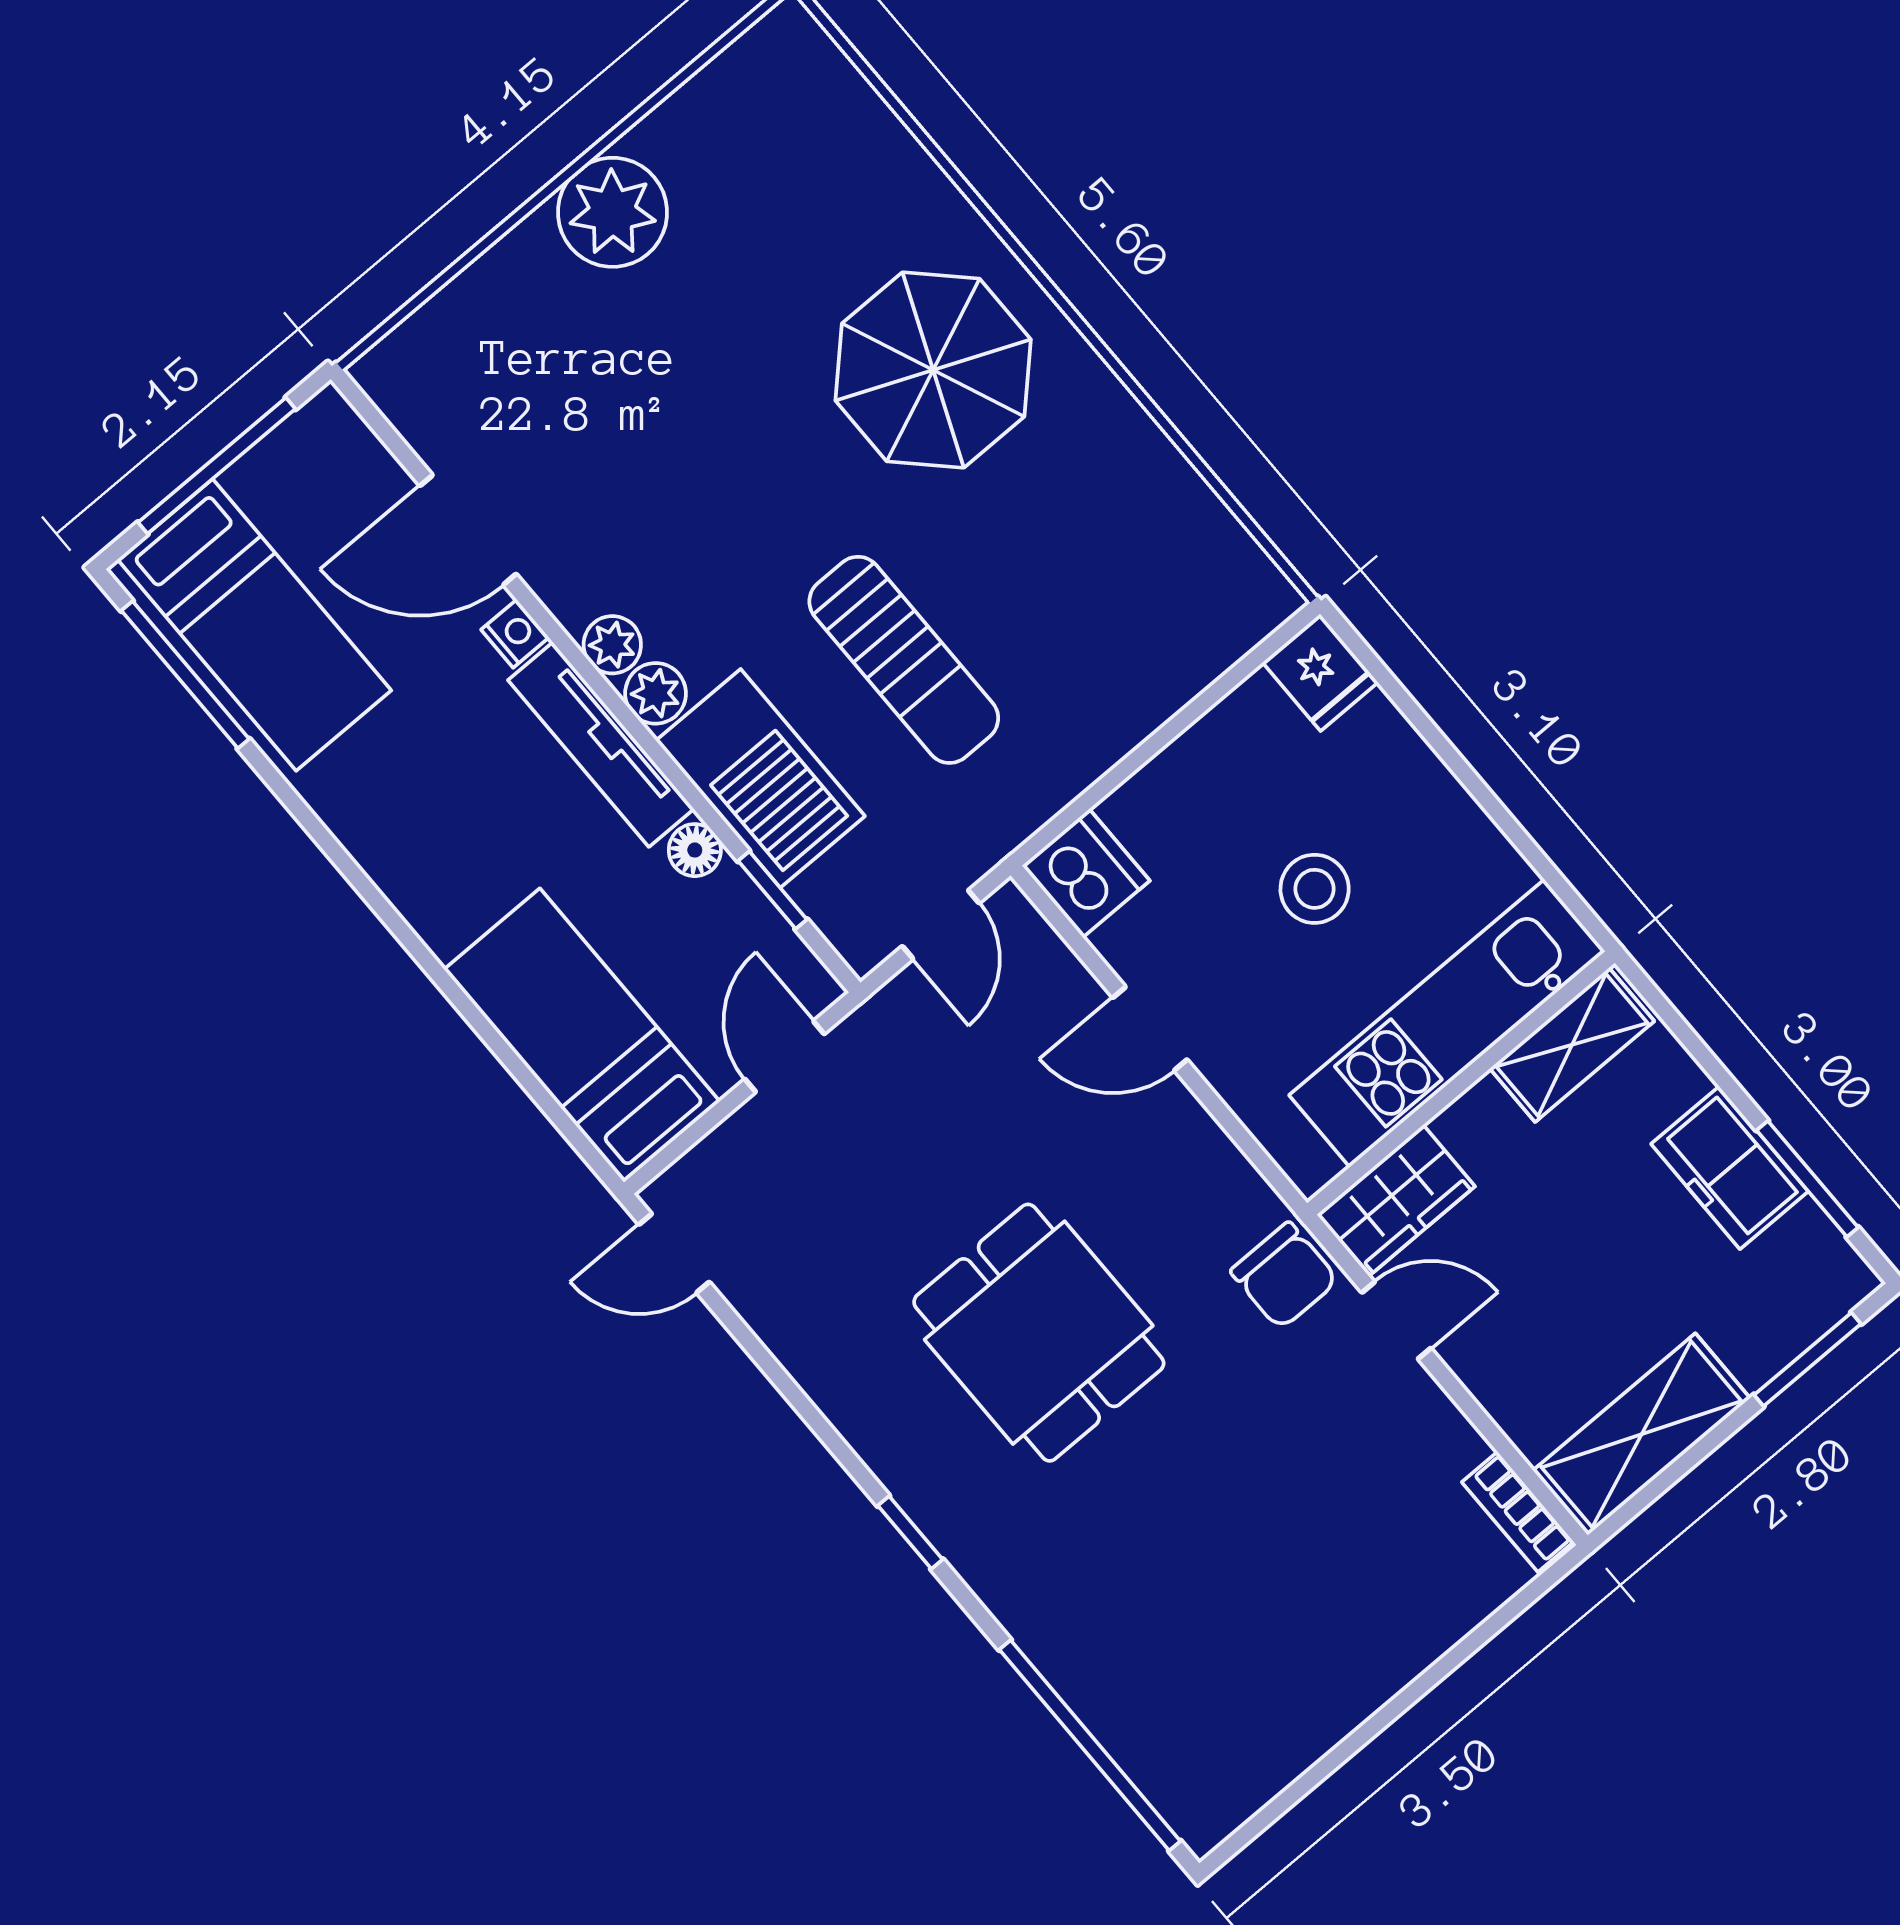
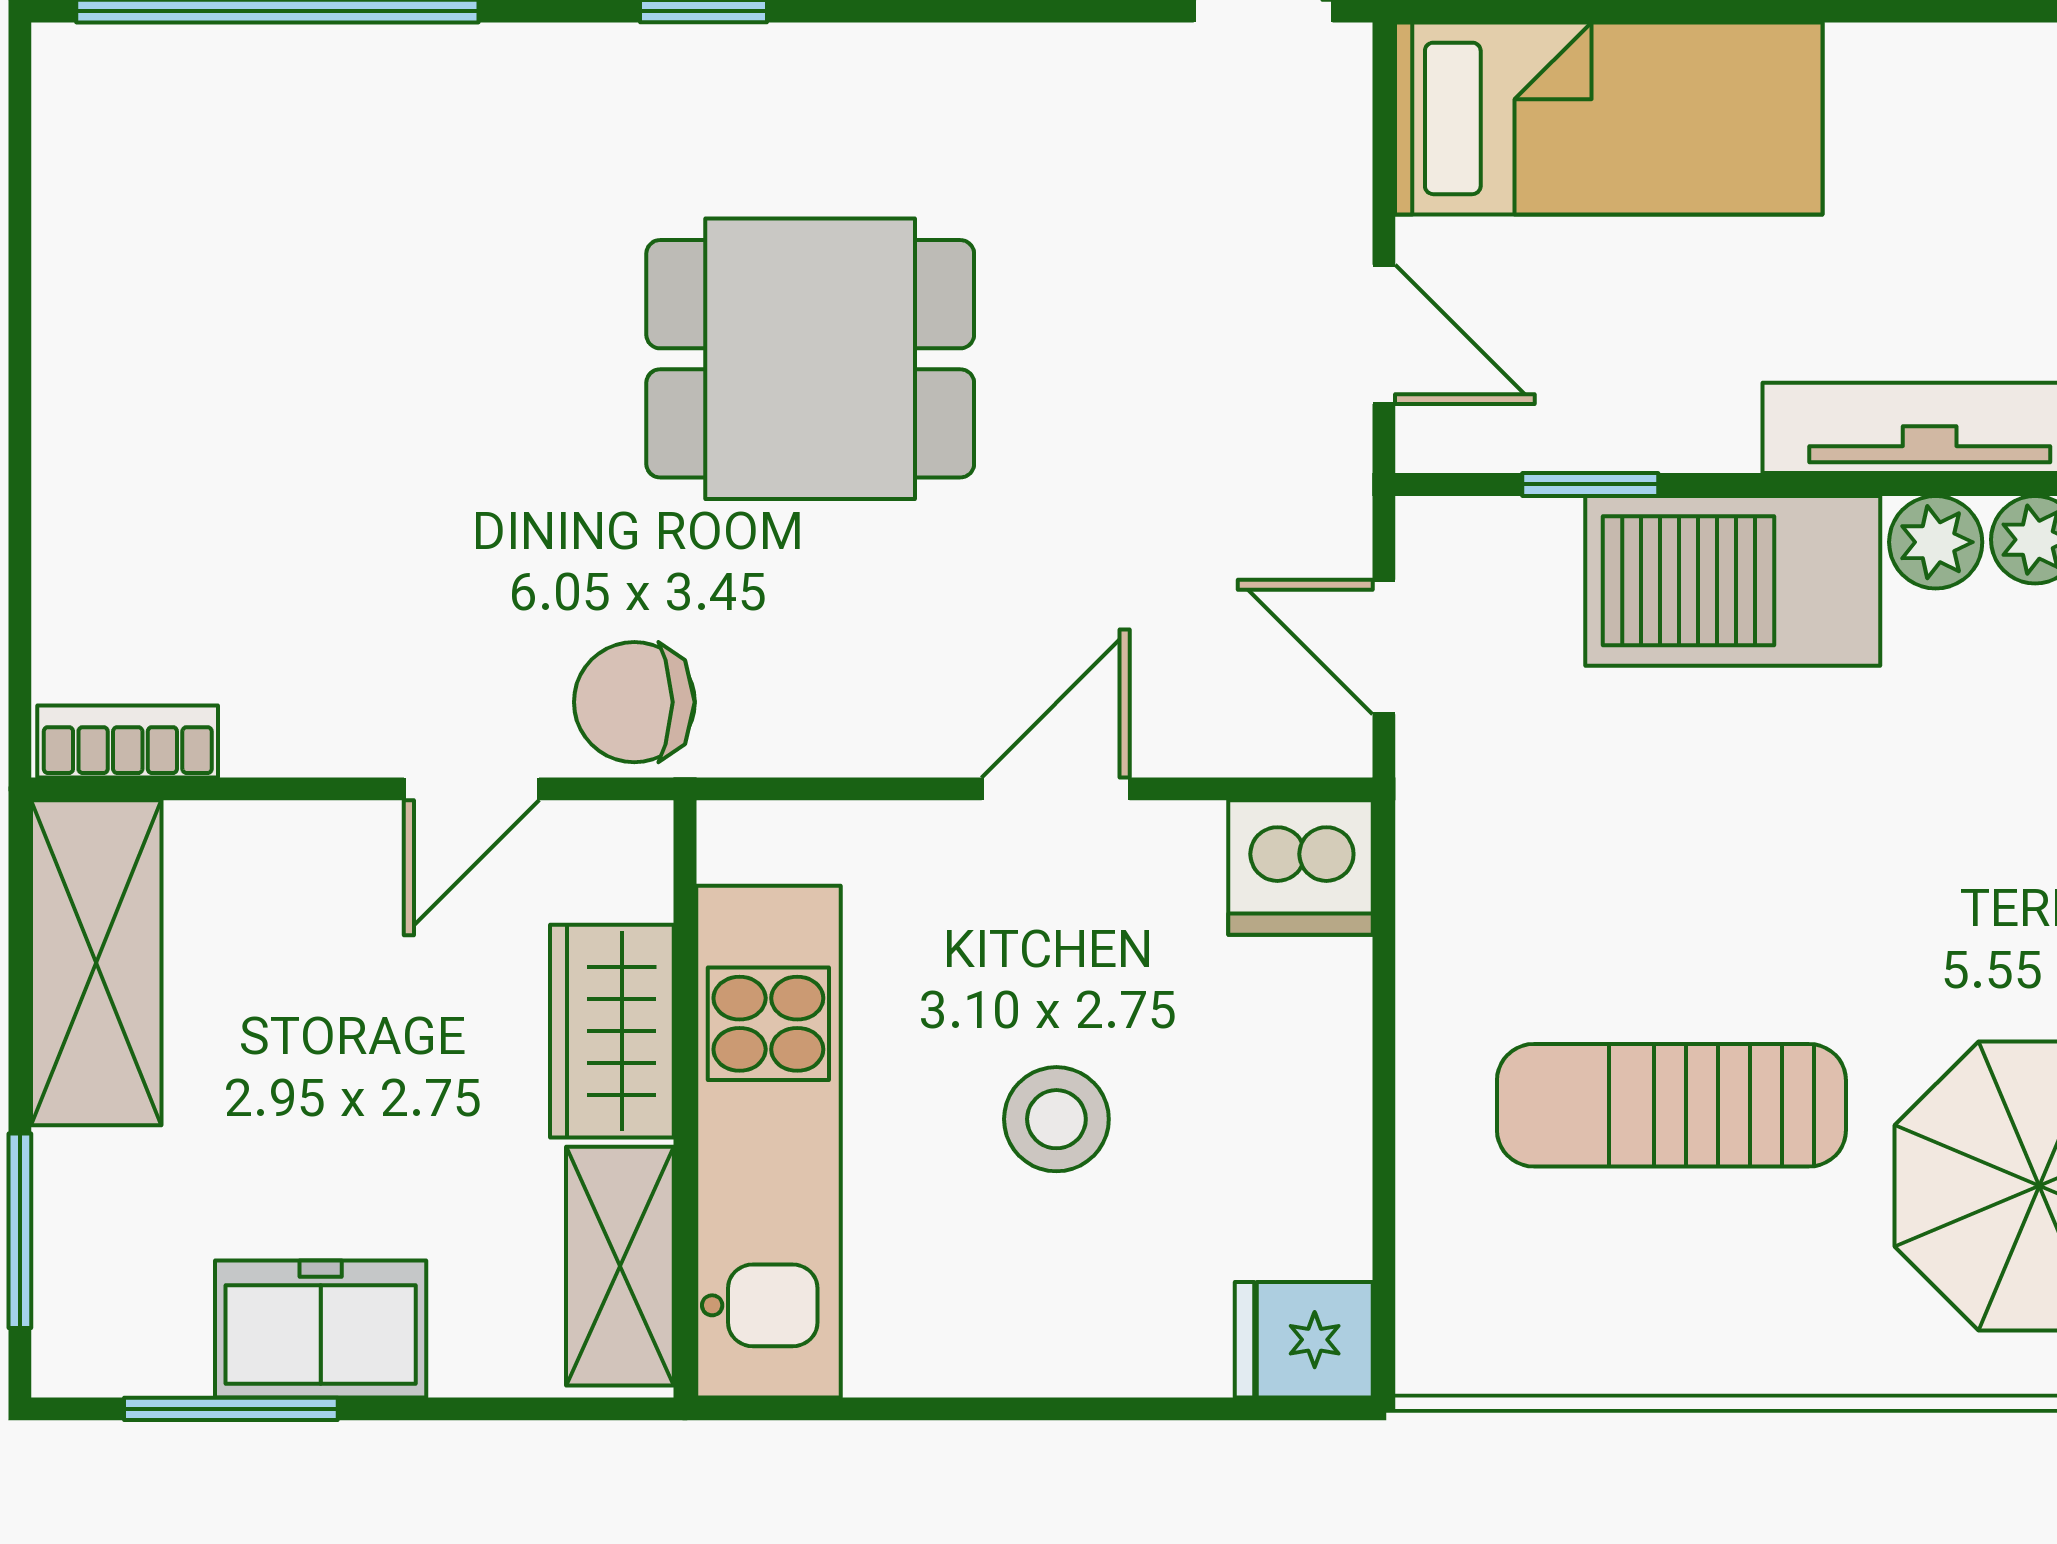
sun lounger: (904, 660) -> (1671, 1105), moved
floor lamp: (695, 850) -> (1714, 433), removed
wardrobe: (1396, 1200) -> (612, 1031), moved

